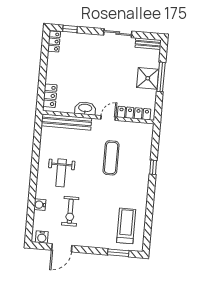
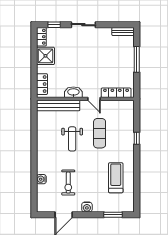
sliding door: (118, 33) -> (83, 25), moved
shower: (148, 78) -> (45, 56), moved
door: (108, 118) -> (94, 99), swing flipped
weight bench: (61, 173) -> (72, 139), moved
treadmill: (126, 226) -> (116, 178), moved
water cooler: (42, 237) -> (87, 207), moved

